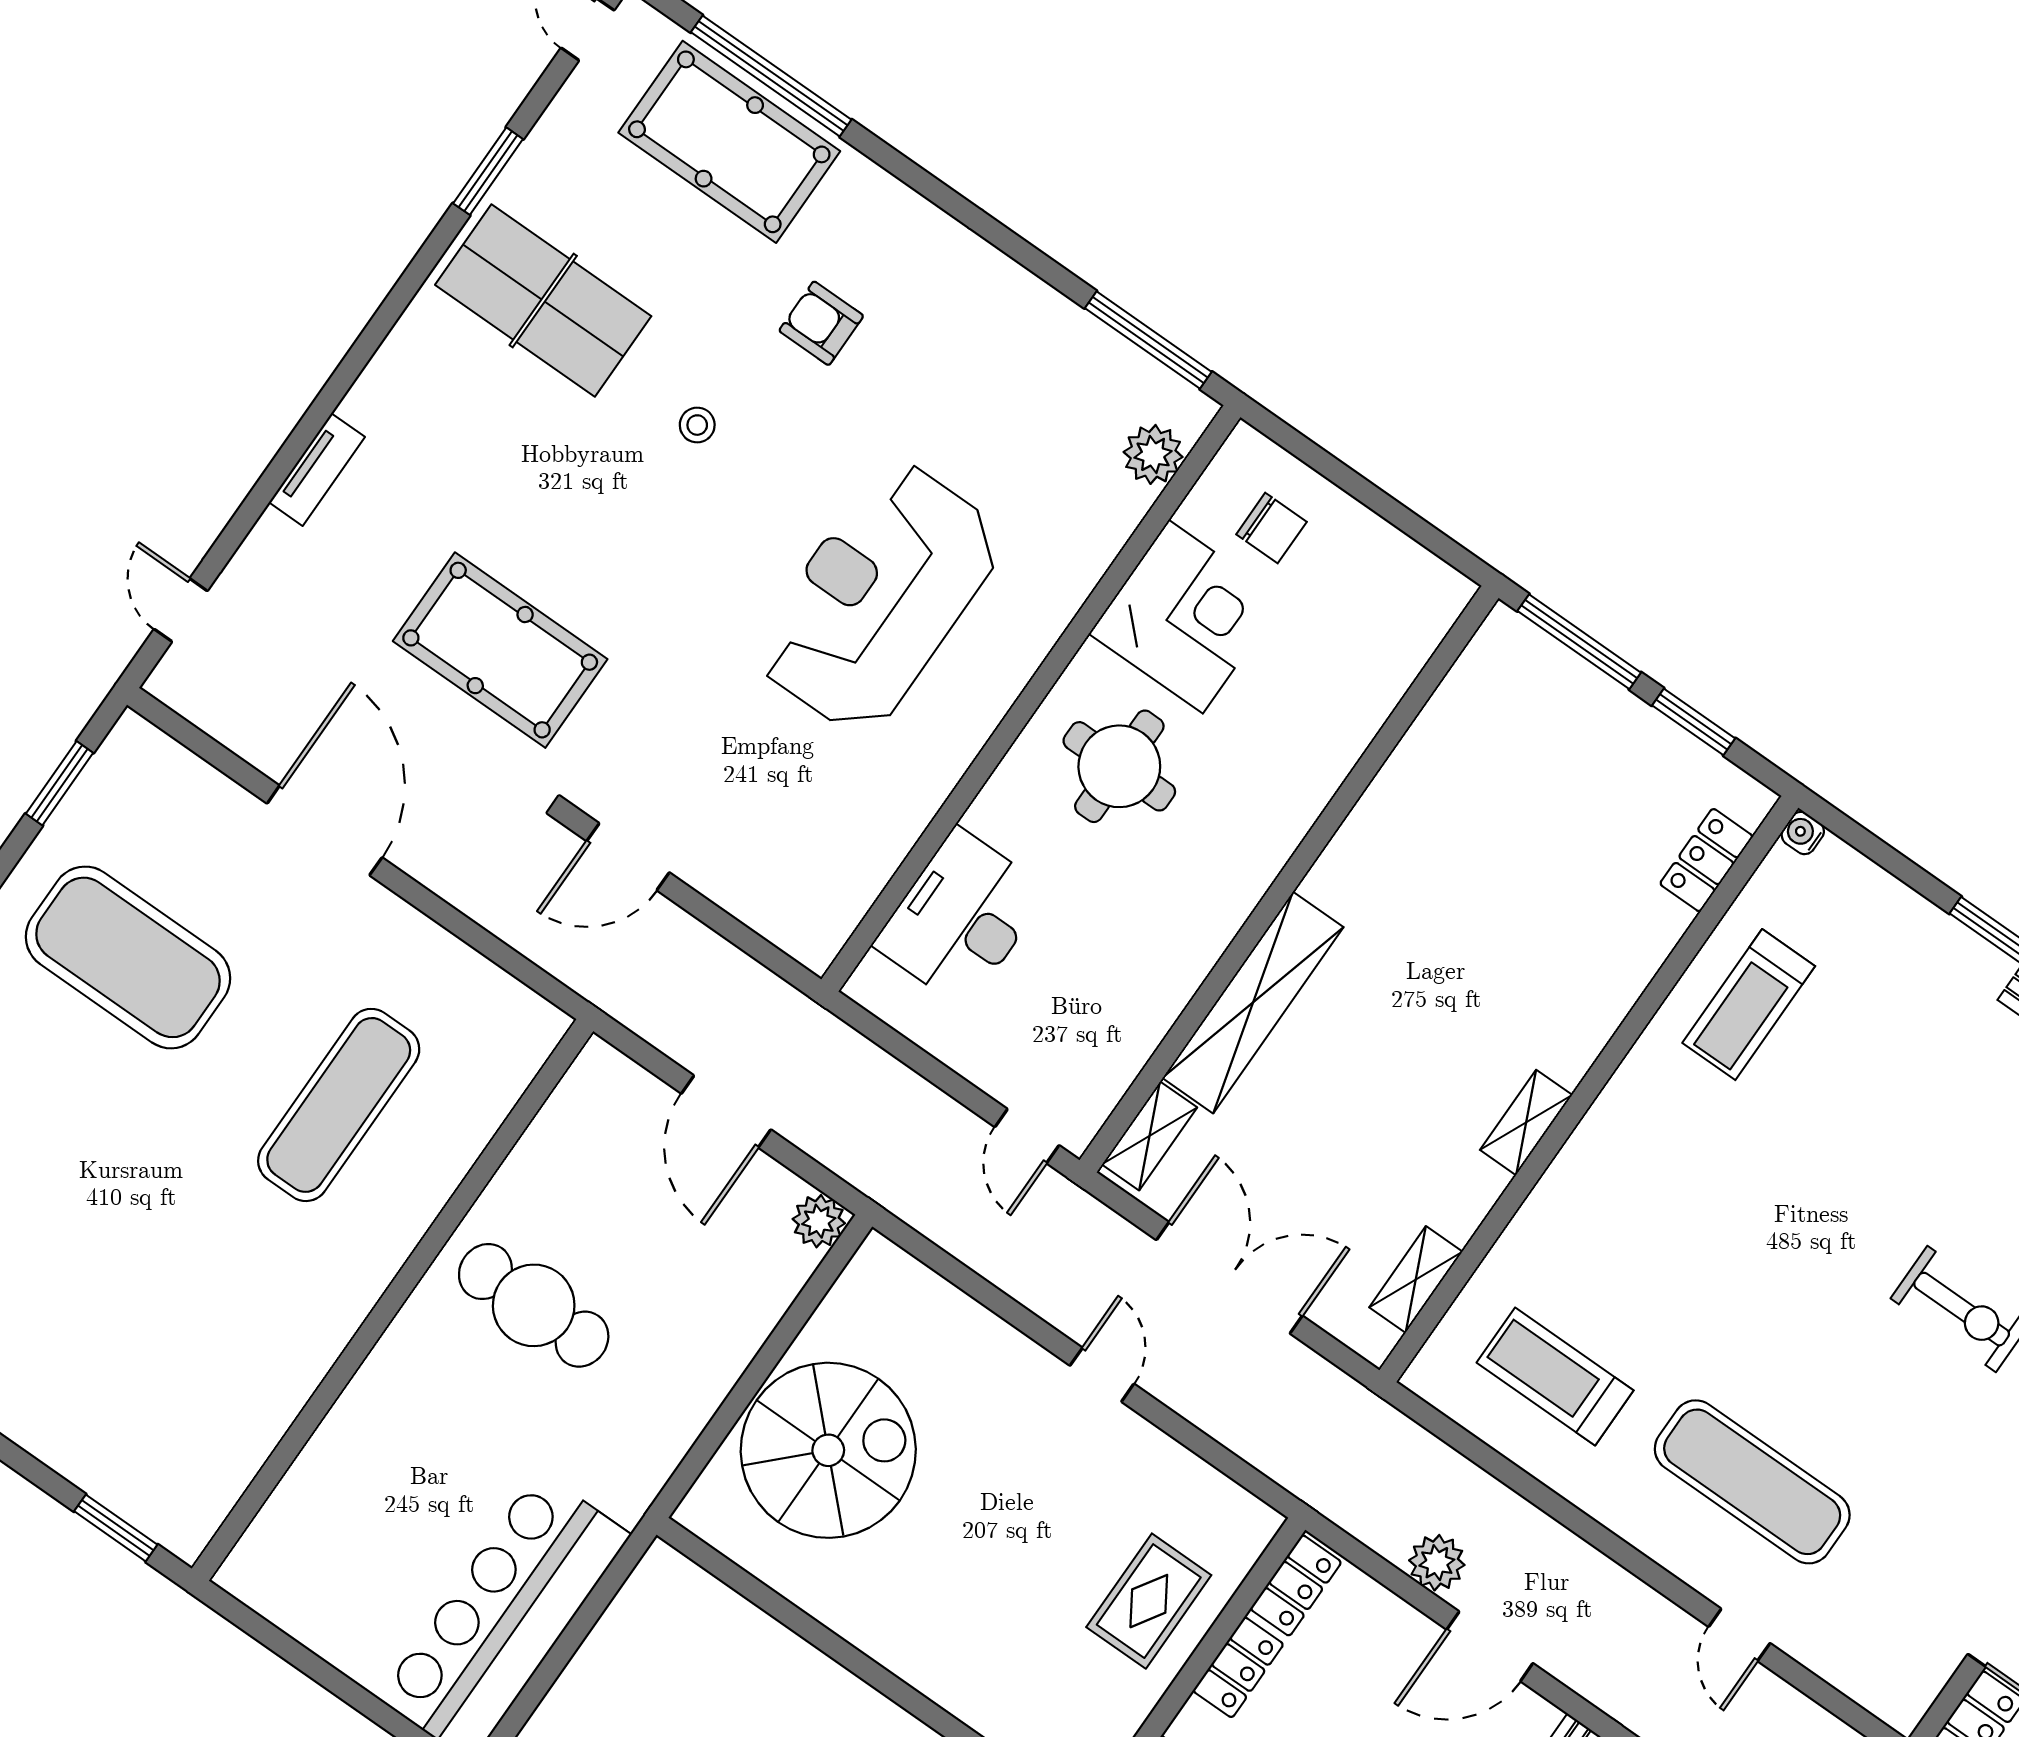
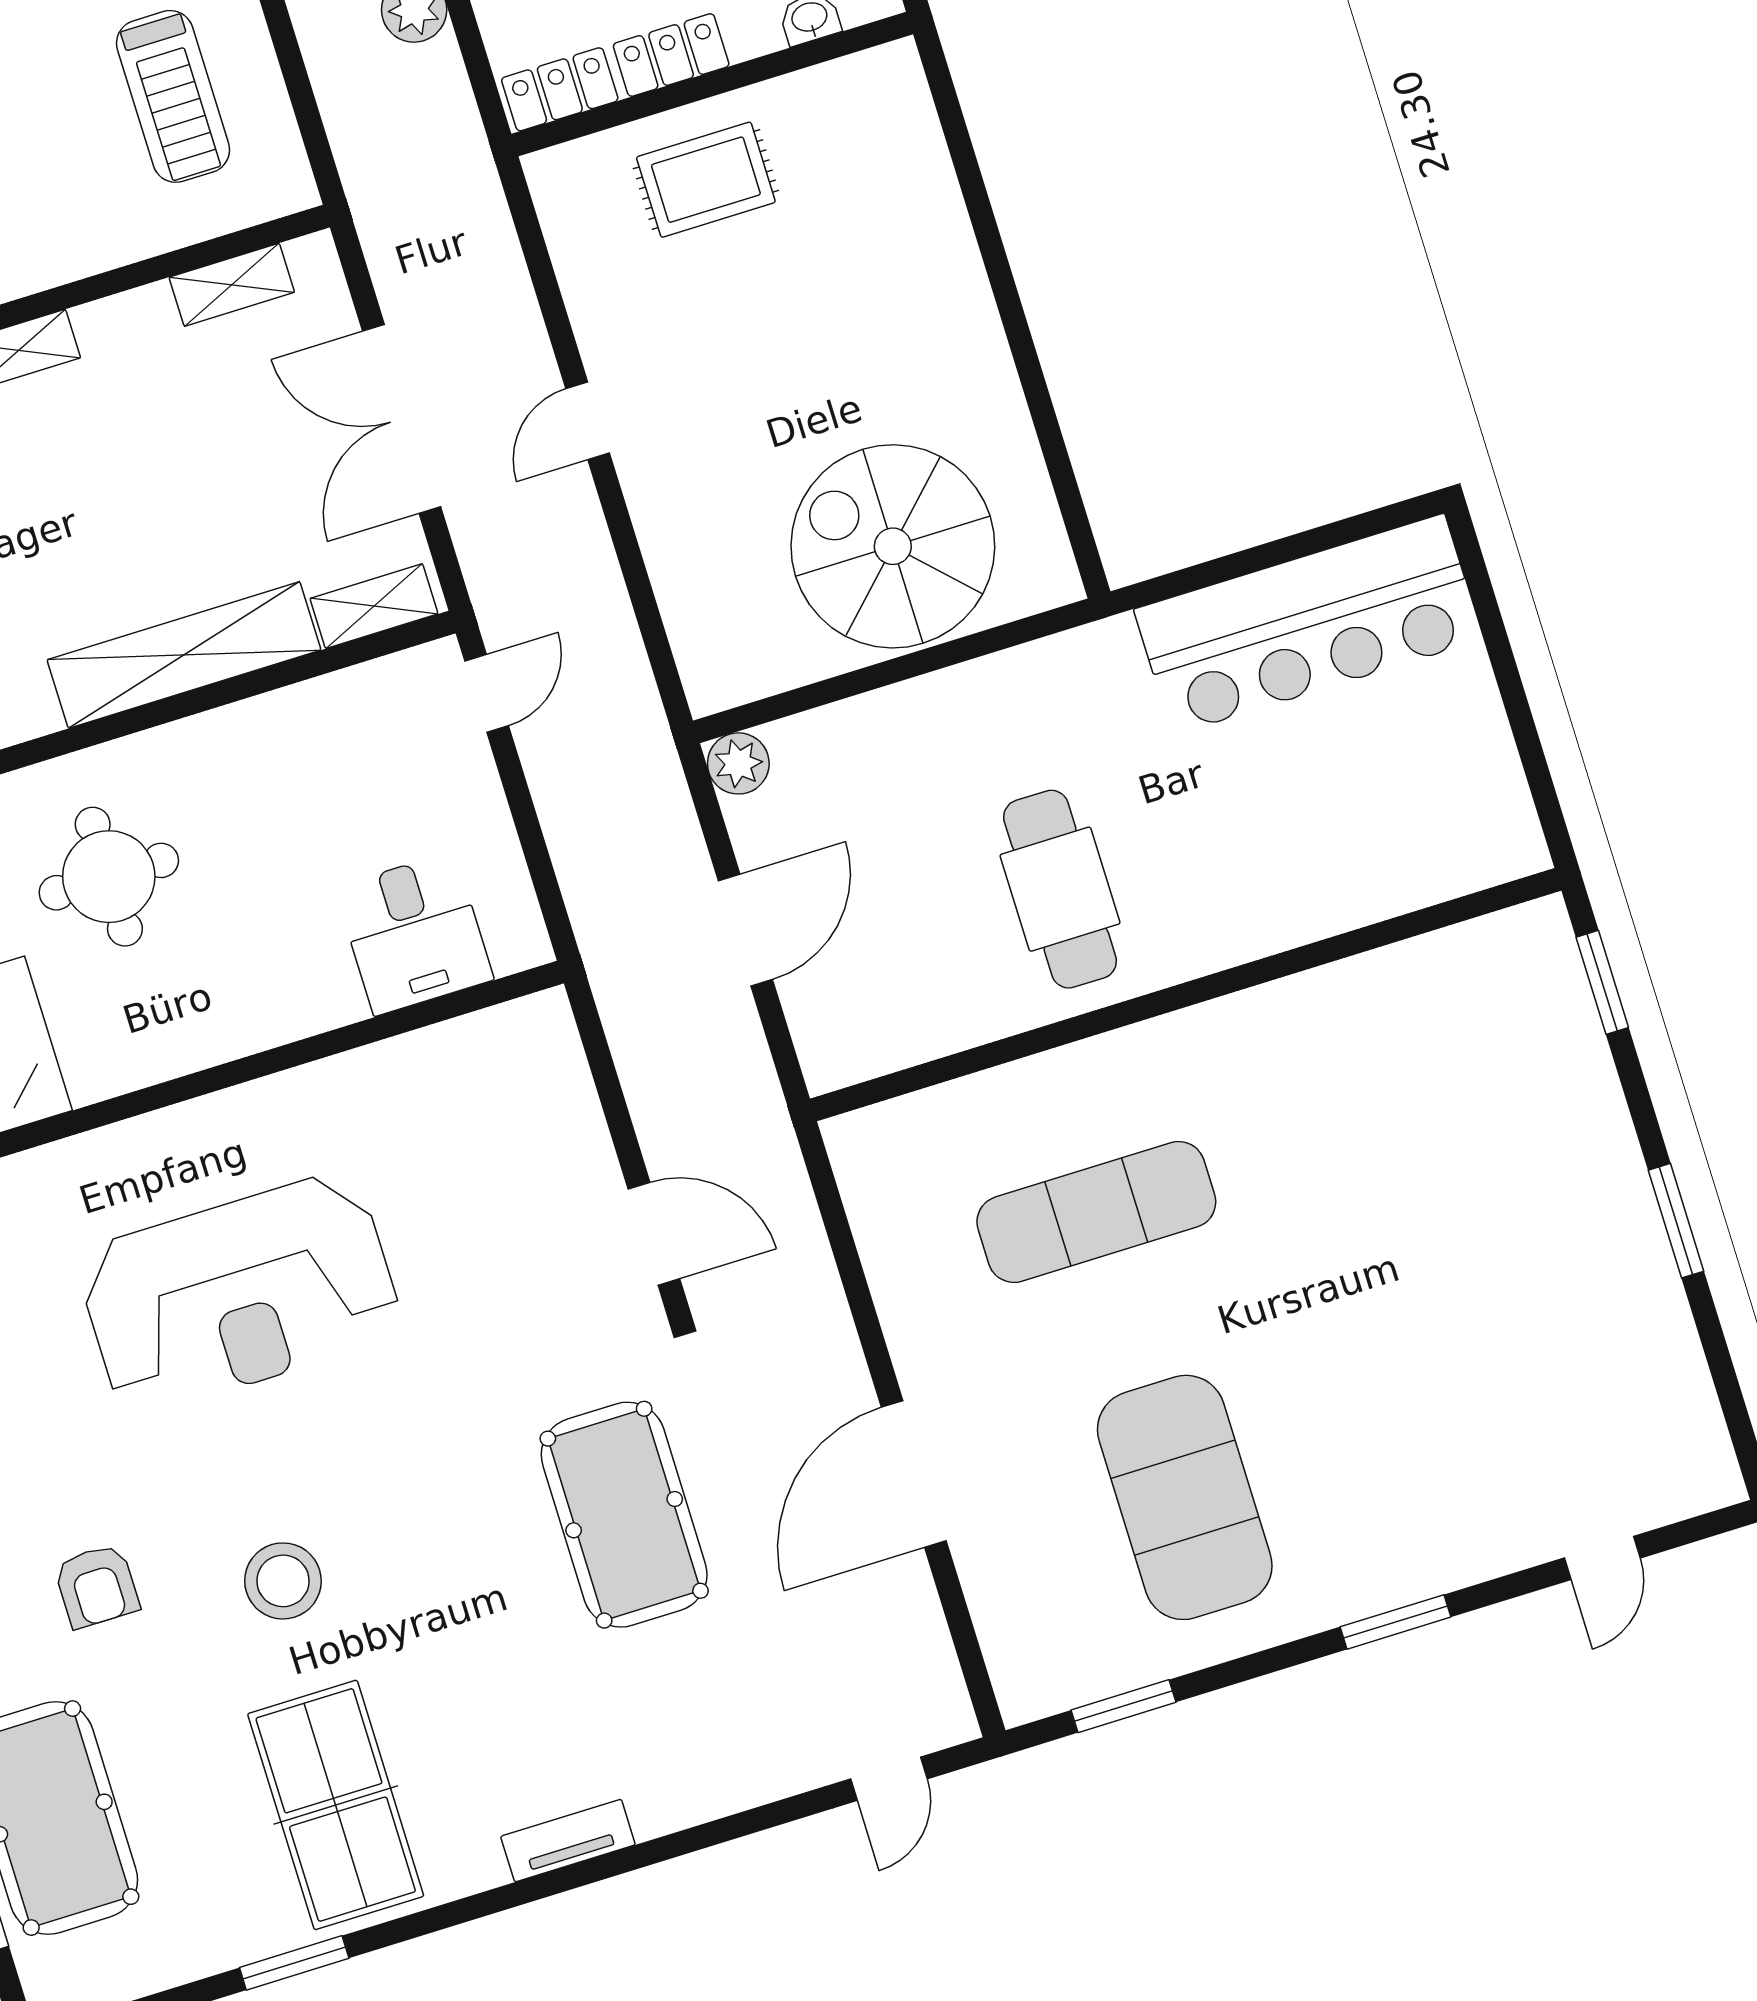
stool: (697, 425) -> (283, 1581), width x1.89, depth x1.89
tv unit: (317, 470) -> (568, 1841), moved
round table: (1119, 766) -> (109, 877), moved
desk: (961, 918) -> (414, 933), width x0.73

